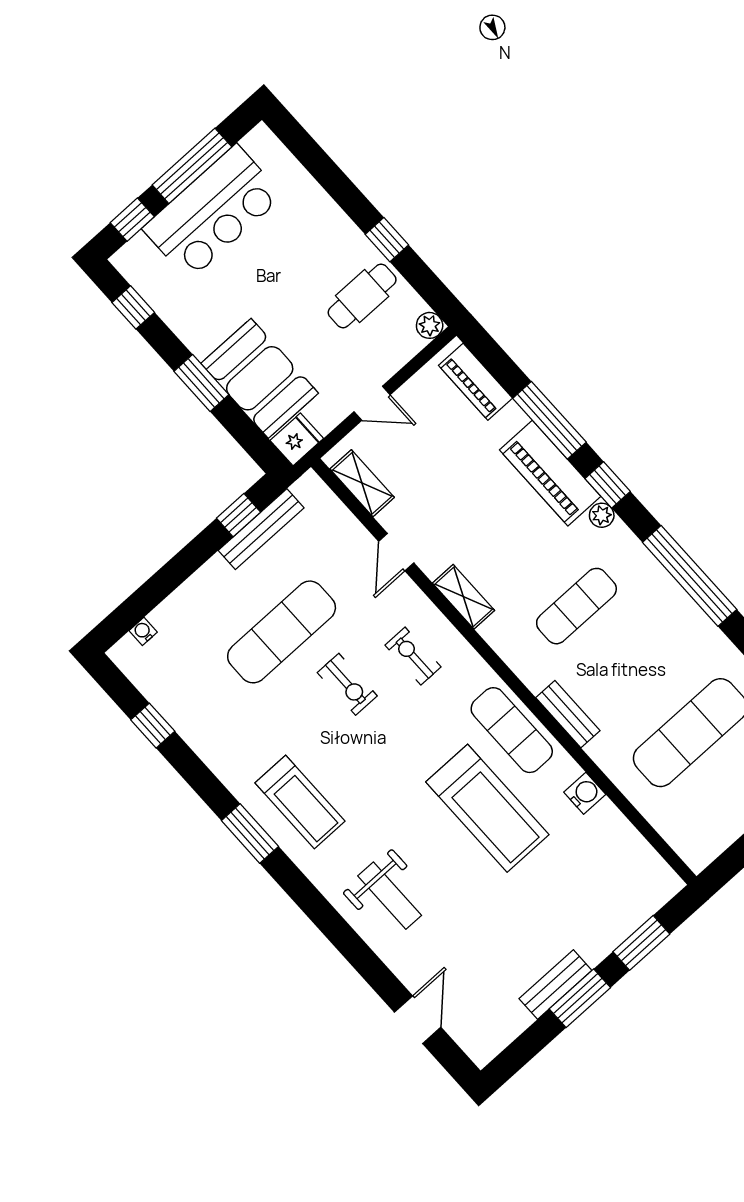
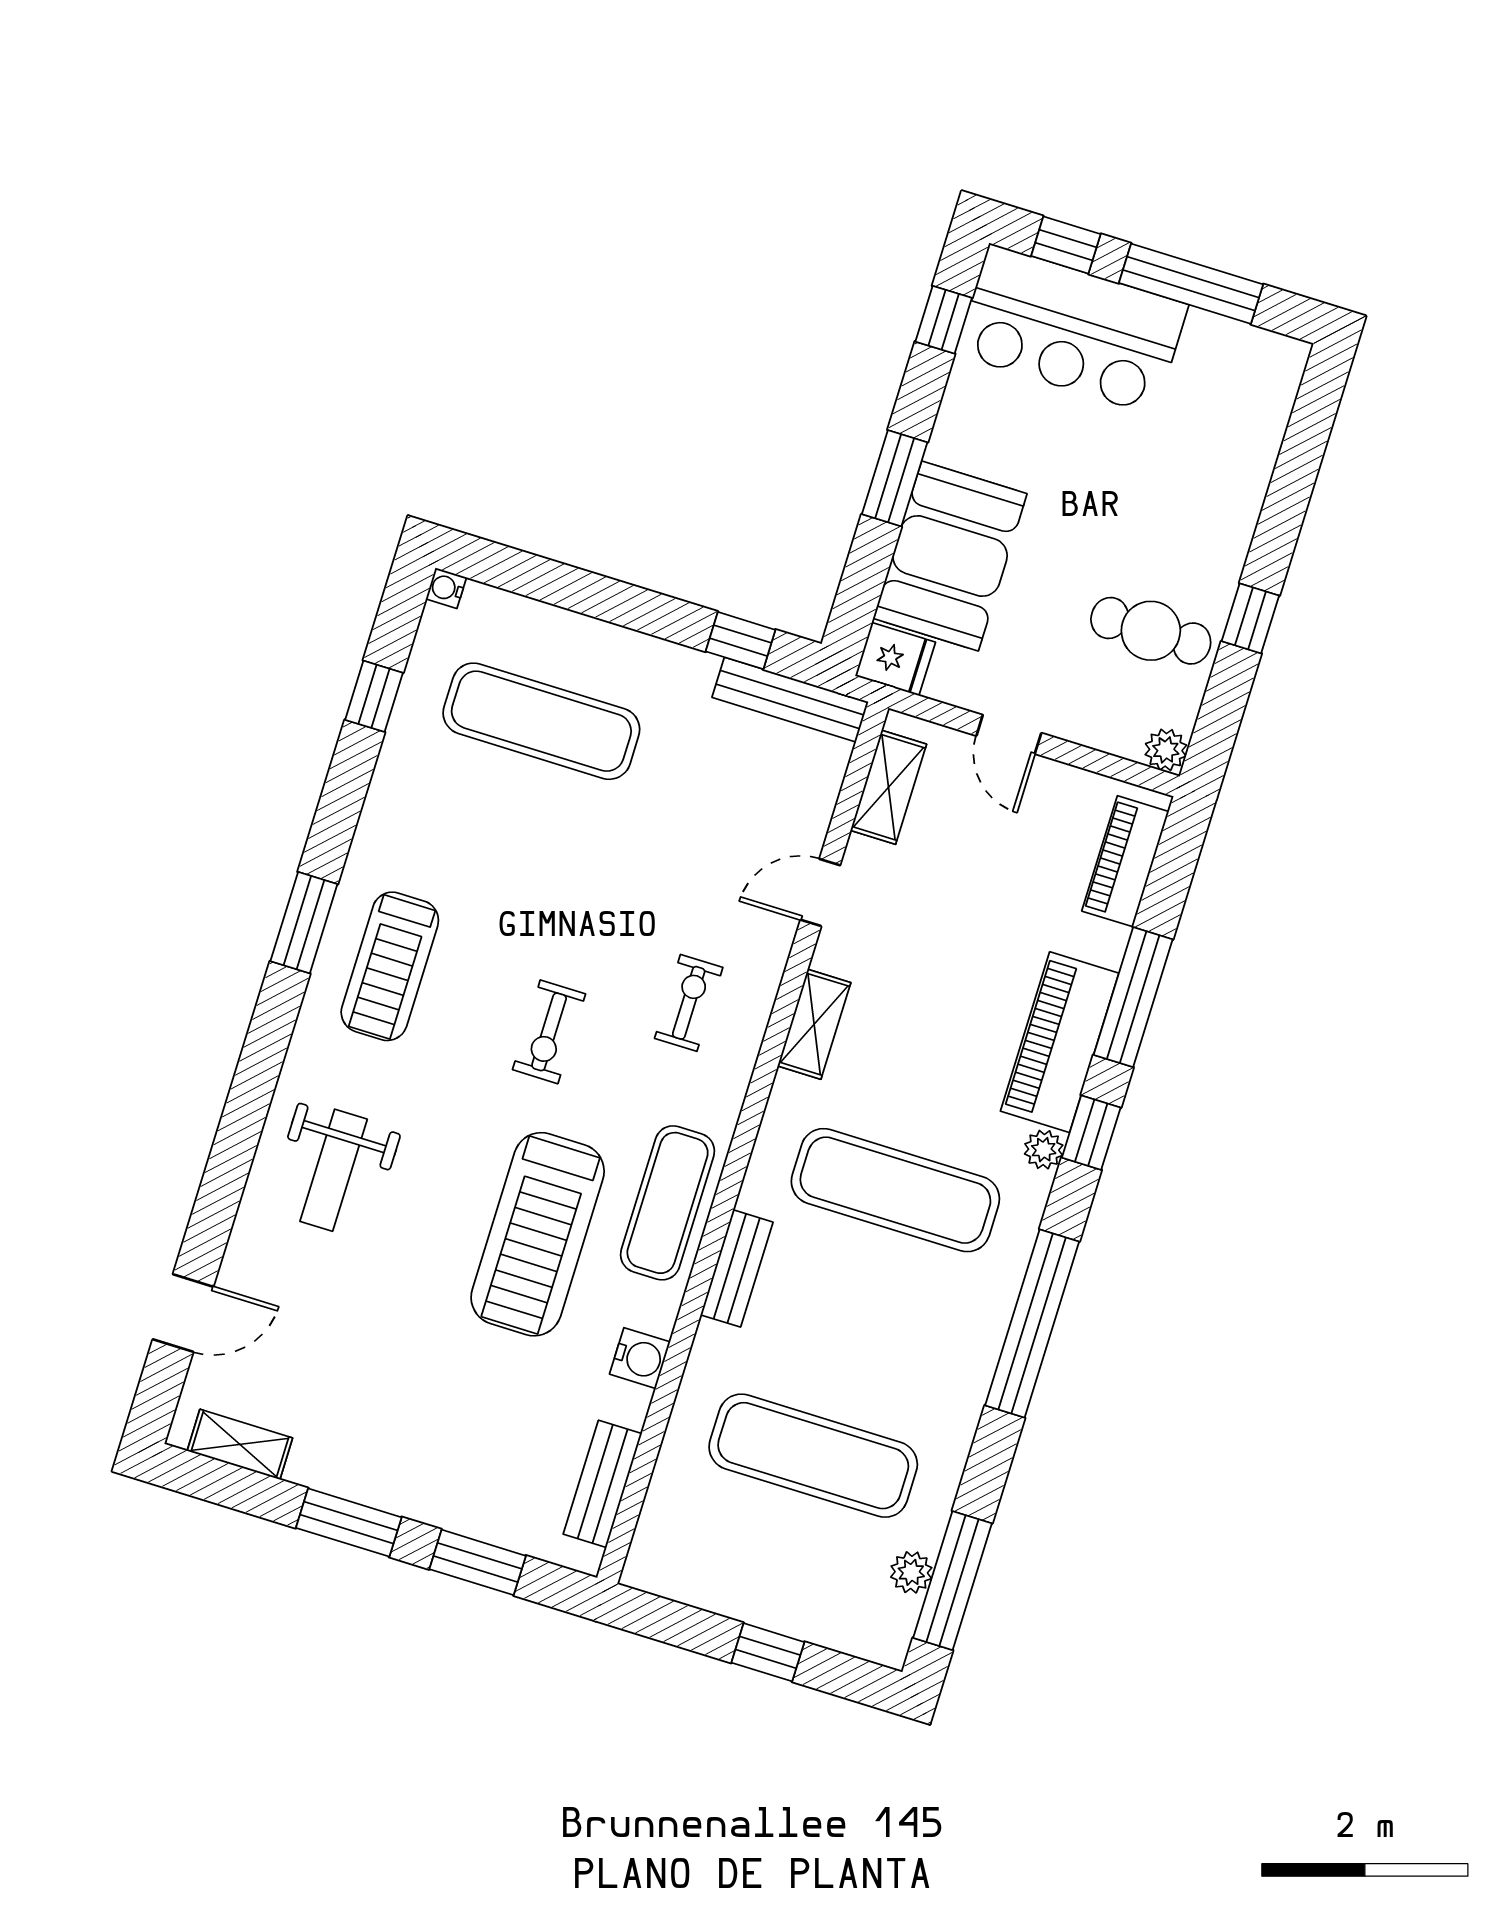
bar counter: (213, 212) -> (1072, 329), moved
bench: (261, 529) -> (790, 700), moved
exercise mat: (576, 606) -> (895, 1190), width x1.36, depth x1.45
water cooler: (143, 631) -> (446, 588), moved, turned -90
exercise mat: (282, 632) -> (541, 721), moved
exercise bike: (347, 684) -> (549, 1032), moved
bench: (555, 984) -> (603, 1484), moved, turned 90
shelving: (505, 1031) -> (240, 1444), added

